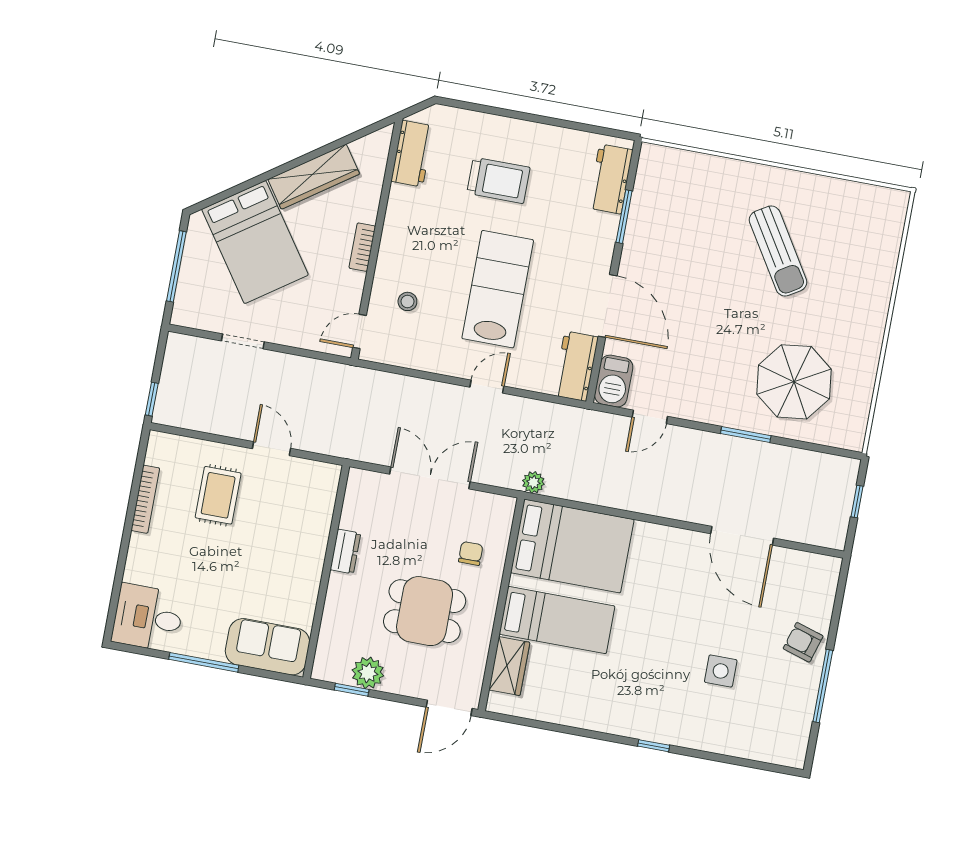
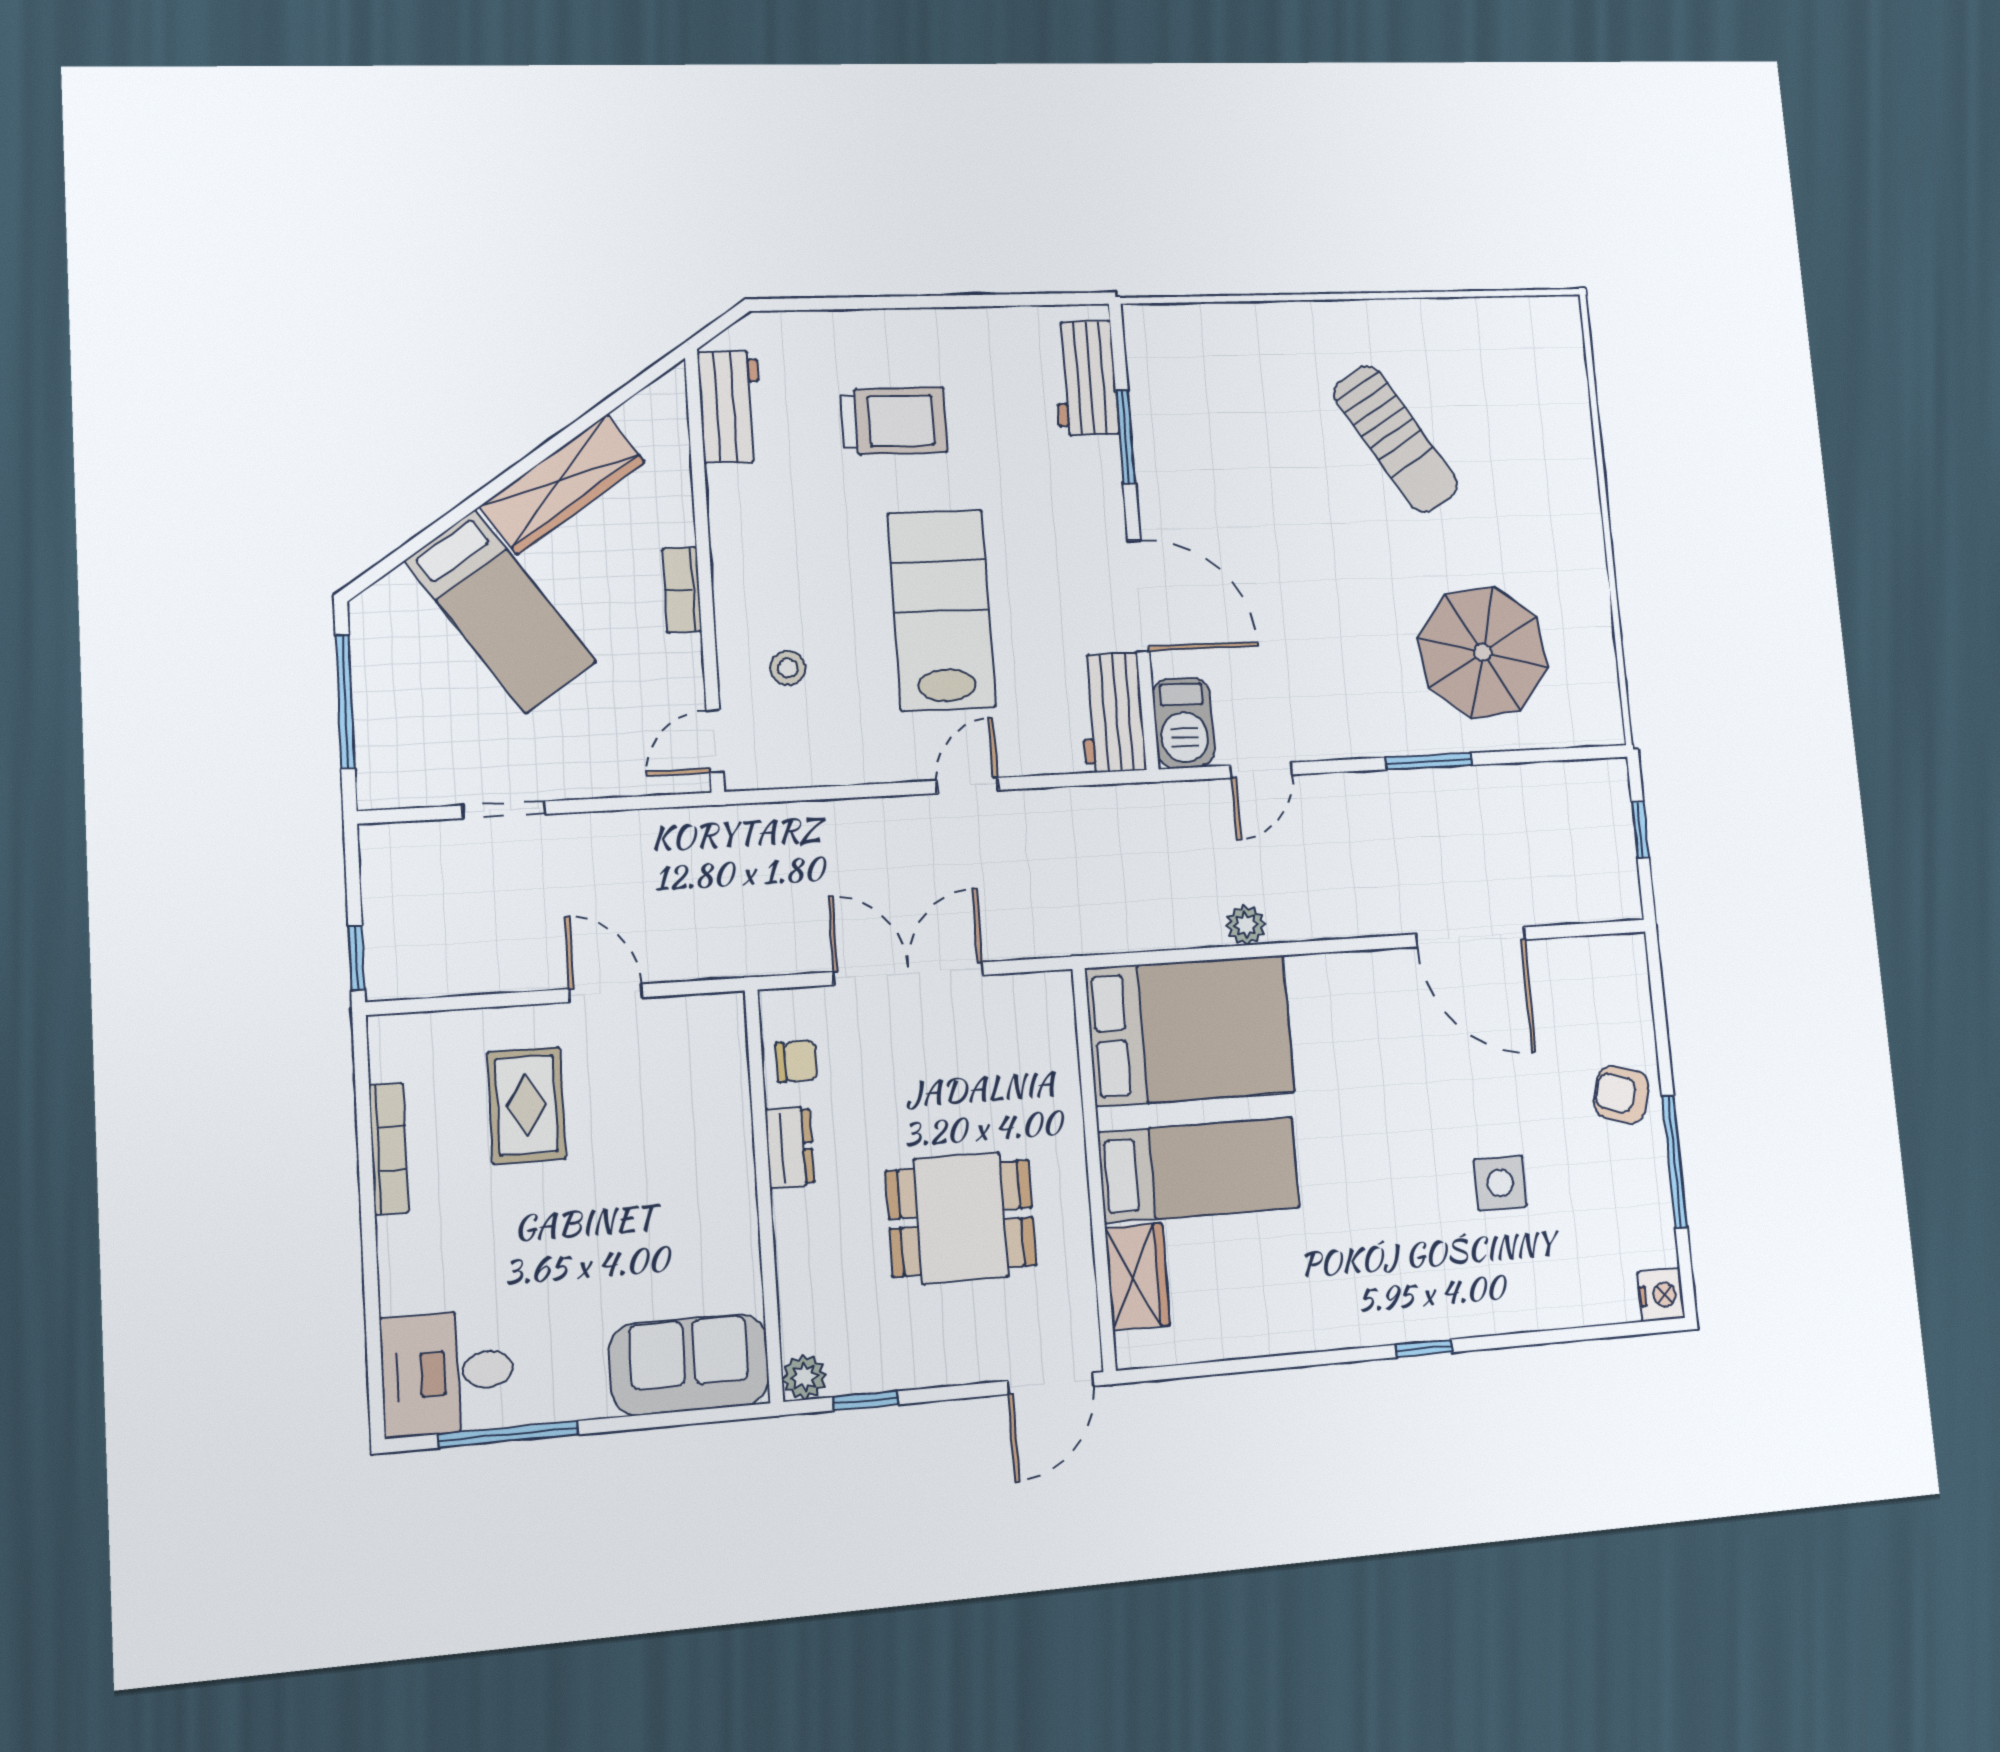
bed: (255, 242) -> (500, 611), width x0.67
plant: (533, 482) -> (1246, 925), moved
chair: (471, 553) -> (797, 1061), moved, turned 90
window: (204, 662) -> (508, 1434), moved
plant: (368, 673) -> (804, 1377), moved, width x0.73, depth x0.73
nightstand: (794, 754) -> (1661, 1295), added

